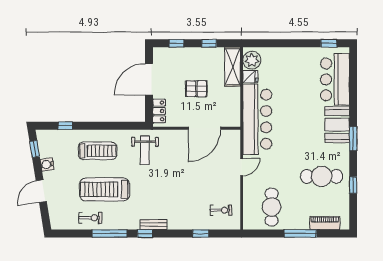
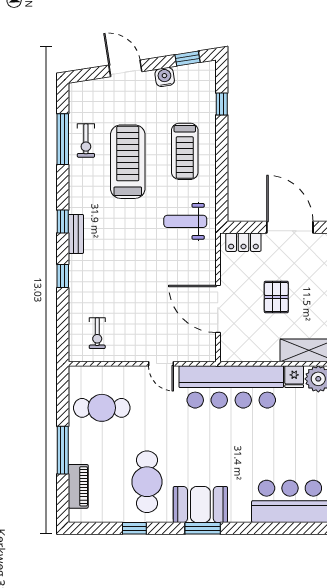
booth: (337, 125) -> (200, 504), moved
window: (110, 233) -> (63, 139), moved
window: (201, 233) -> (63, 276), moved

